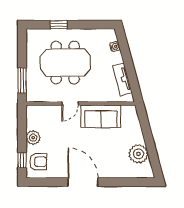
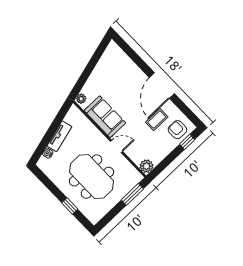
tv unit: (122, 80) -> (59, 136), moved
plant: (33, 138) -> (147, 166), moved
coffee table: (61, 153) -> (157, 120), added
plant: (139, 154) -> (81, 99), moved, width x0.53, depth x0.53

